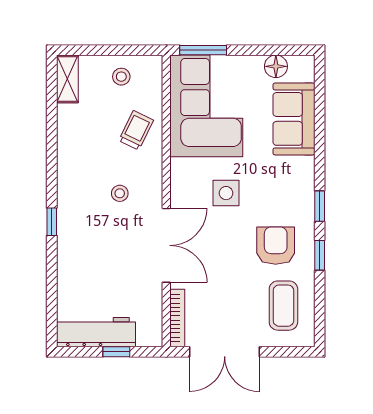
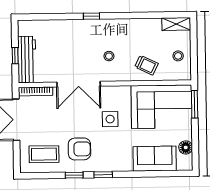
workbench: (96, 332) -> (27, 60), moved

